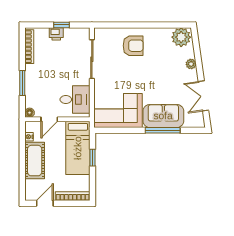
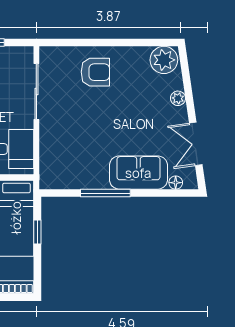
corner sofa: (118, 111) -> (74, 165), removed
floor lamp: (189, 123) -> (176, 183), added
window: (163, 130) -> (105, 193), moved

